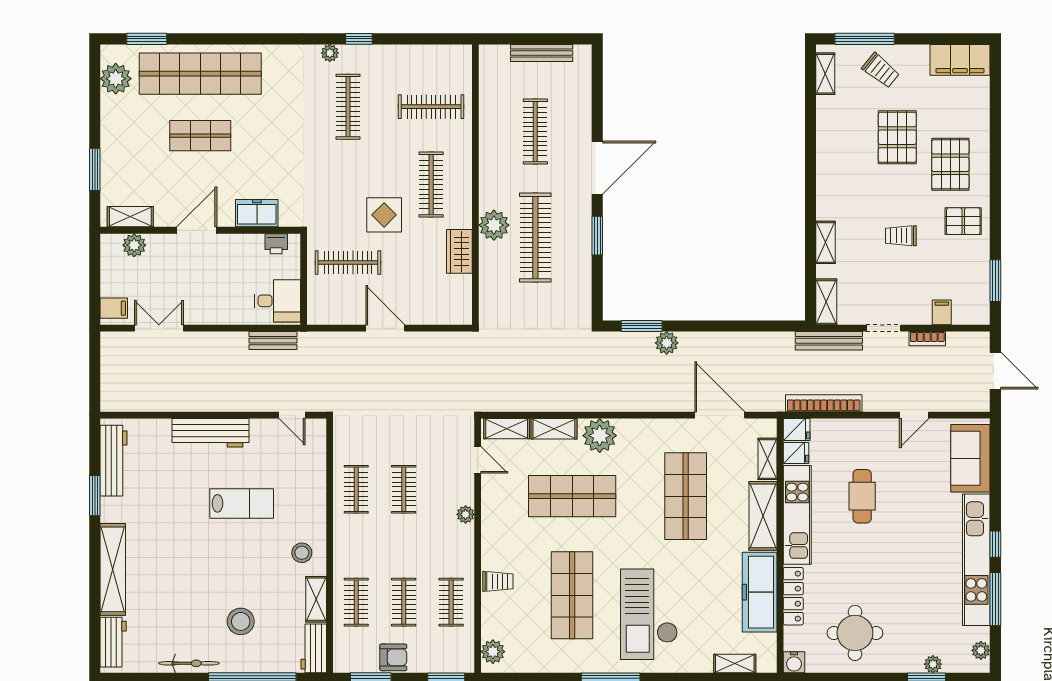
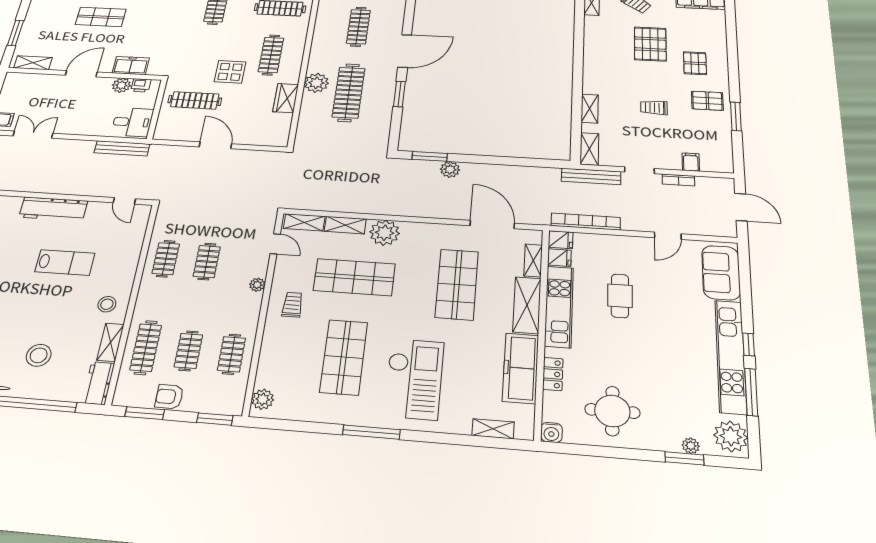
pallet: (950, 164) -> (695, 63), width x0.67, depth x0.71
plant: (134, 245) -> (121, 85), moved
window: (995, 281) -> (736, 116), moved
bench: (273, 341) -> (122, 148), width x1.36
trolley: (498, 581) -> (292, 305), moved, turned -90
locker: (793, 596) -> (553, 374), width x0.66
clothes rail: (356, 602) -> (146, 348), width x1.36
checkout: (649, 614) -> (414, 379), turned 180
plant: (981, 650) -> (731, 436), width x1.87, depth x1.87
armchair: (393, 657) -> (169, 397), turned 180

